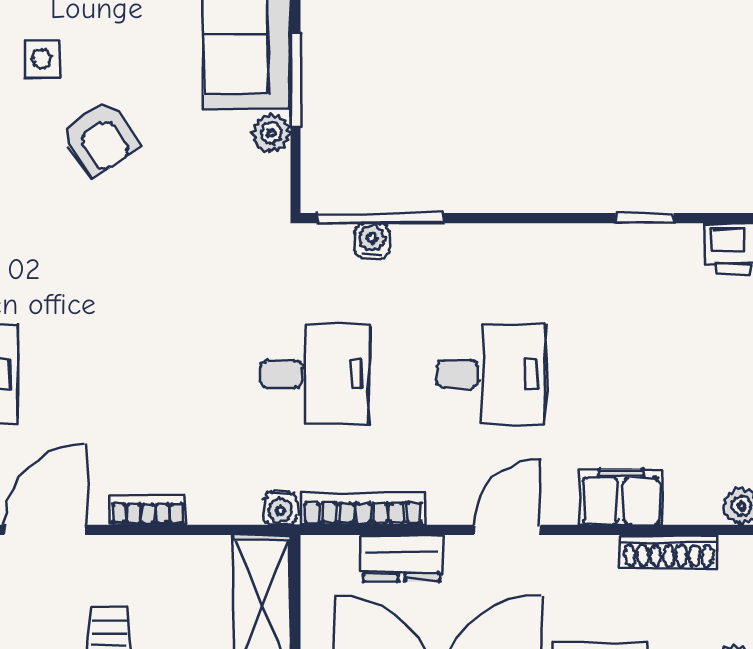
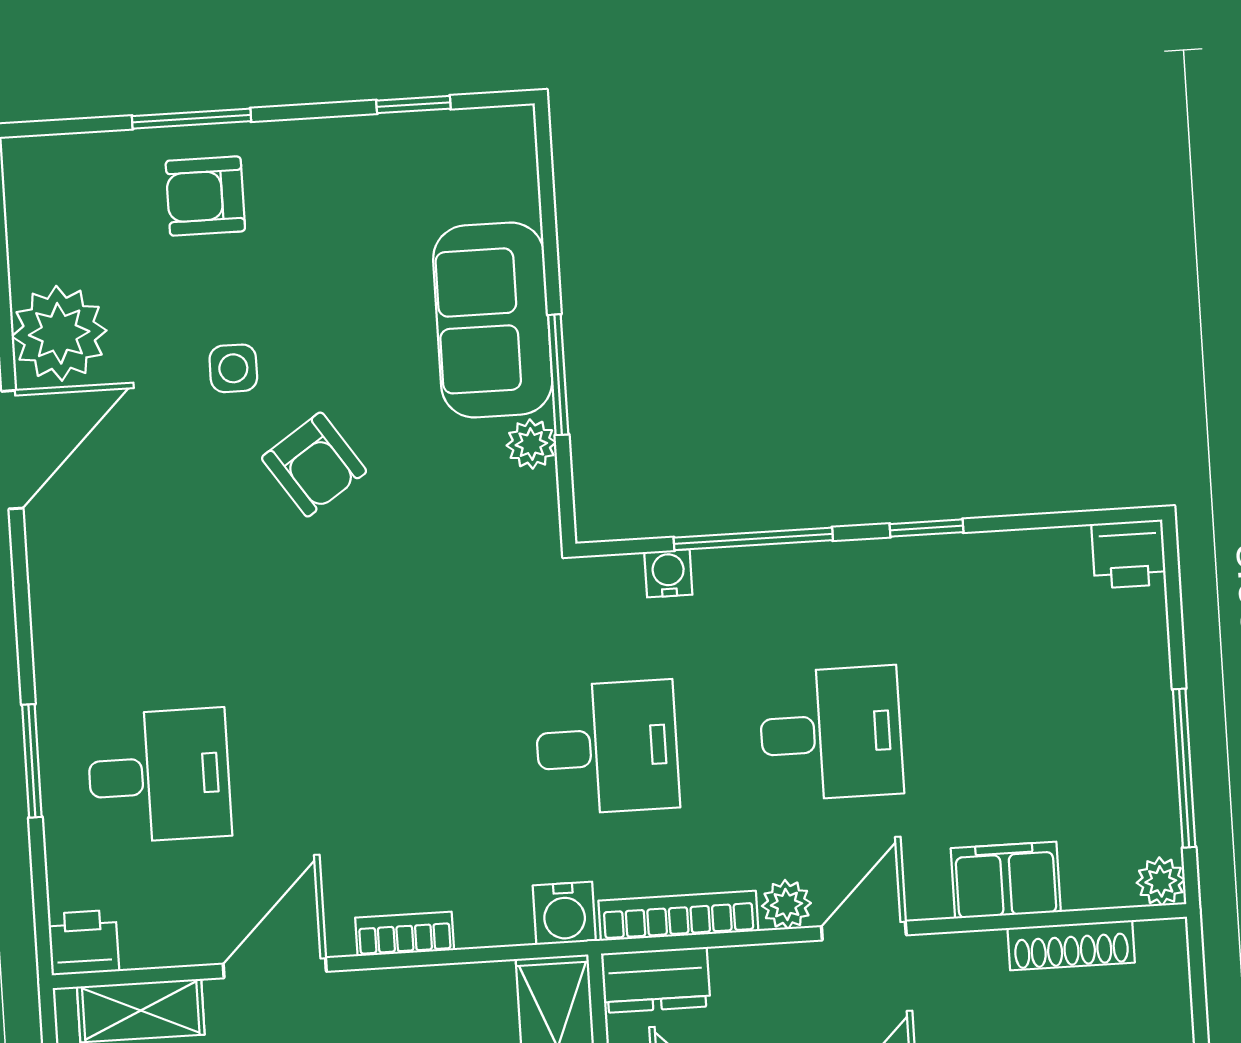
window: (381, 218) -> (753, 539), moved
window: (645, 218) -> (927, 528), moved
plant: (448, 506) -> (786, 904), added
water cooler: (280, 508) -> (564, 913), width x1.38, depth x1.38
dresser: (401, 558) -> (656, 980), moved

